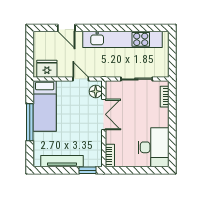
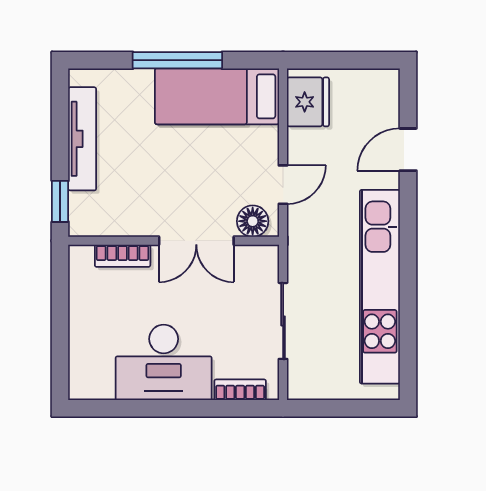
desk: (153, 147) -> (164, 362), moved
bookcase: (110, 156) -> (123, 256), moved

